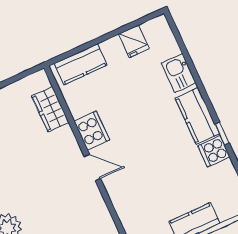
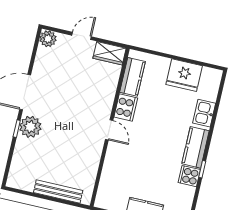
fridge: (134, 41) -> (184, 75), width x1.88, depth x1.34
kitchen counter: (81, 64) -> (132, 77), moved, turned -90
wardrobe: (50, 109) -> (110, 53), moved, turned -90

